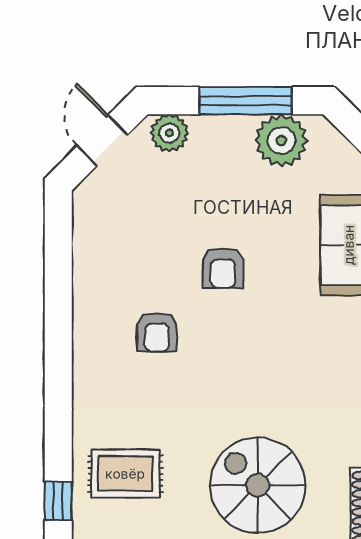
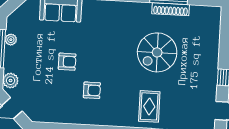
plant: (281, 140) -> (11, 40), width x0.53, depth x0.53

